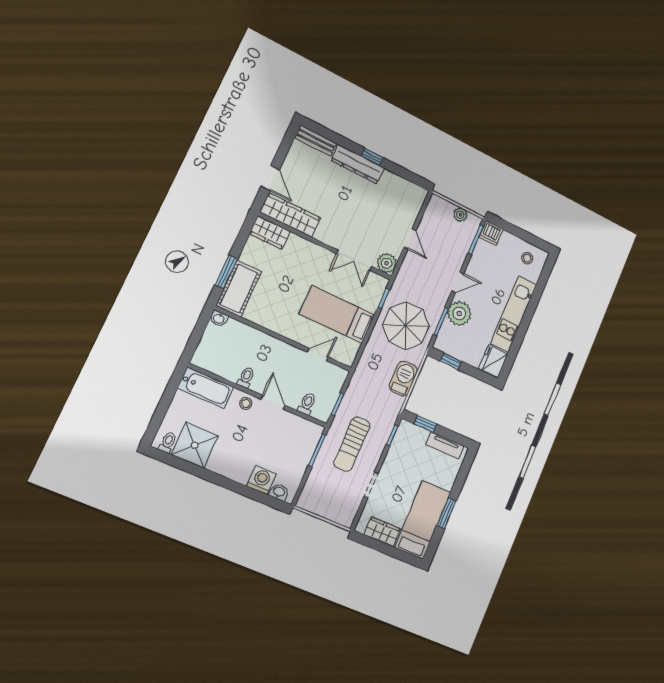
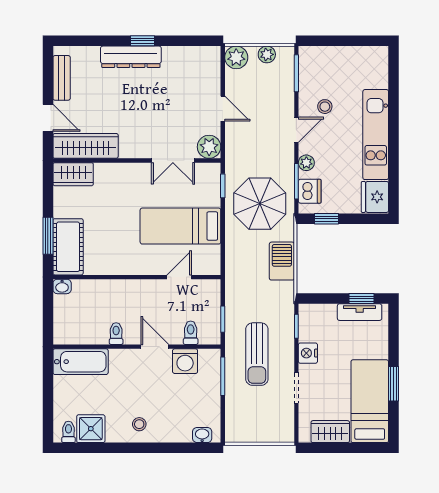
bench: (316, 141) -> (62, 78), moved, turned 90
plant: (437, 205) -> (236, 57), added
dishwasher: (491, 233) -> (310, 191), moved, turned -90
stool: (527, 258) -> (325, 107), moved
plant: (459, 313) -> (306, 163), width x0.53, depth x0.53
stool: (246, 403) -> (139, 424), moved
window: (425, 424) -> (361, 299), moved
shower: (195, 445) -> (91, 429), width x0.73, depth x0.73
nightstand: (392, 461) -> (308, 353), added
washing machine: (261, 480) -> (185, 361), moved, turned 180

